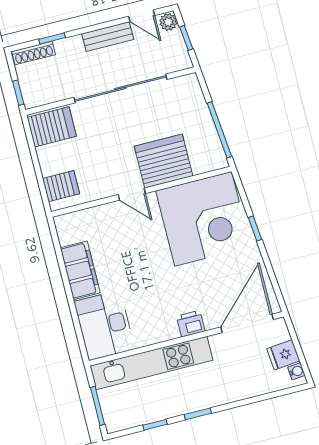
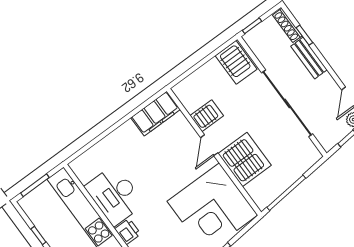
bench: (108, 37) -> (309, 58), moved
server rack: (61, 186) -> (207, 116), moved, turned -90
filing cabinet: (80, 270) -> (156, 114), moved
desk: (104, 325) -> (115, 195), moved, turned -90

